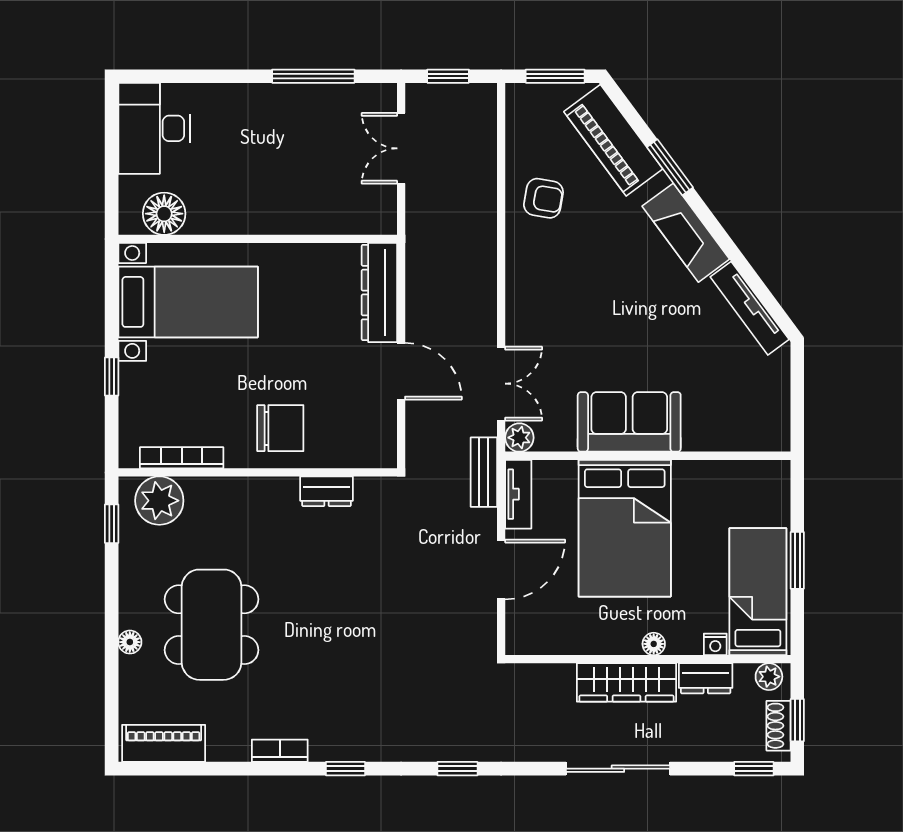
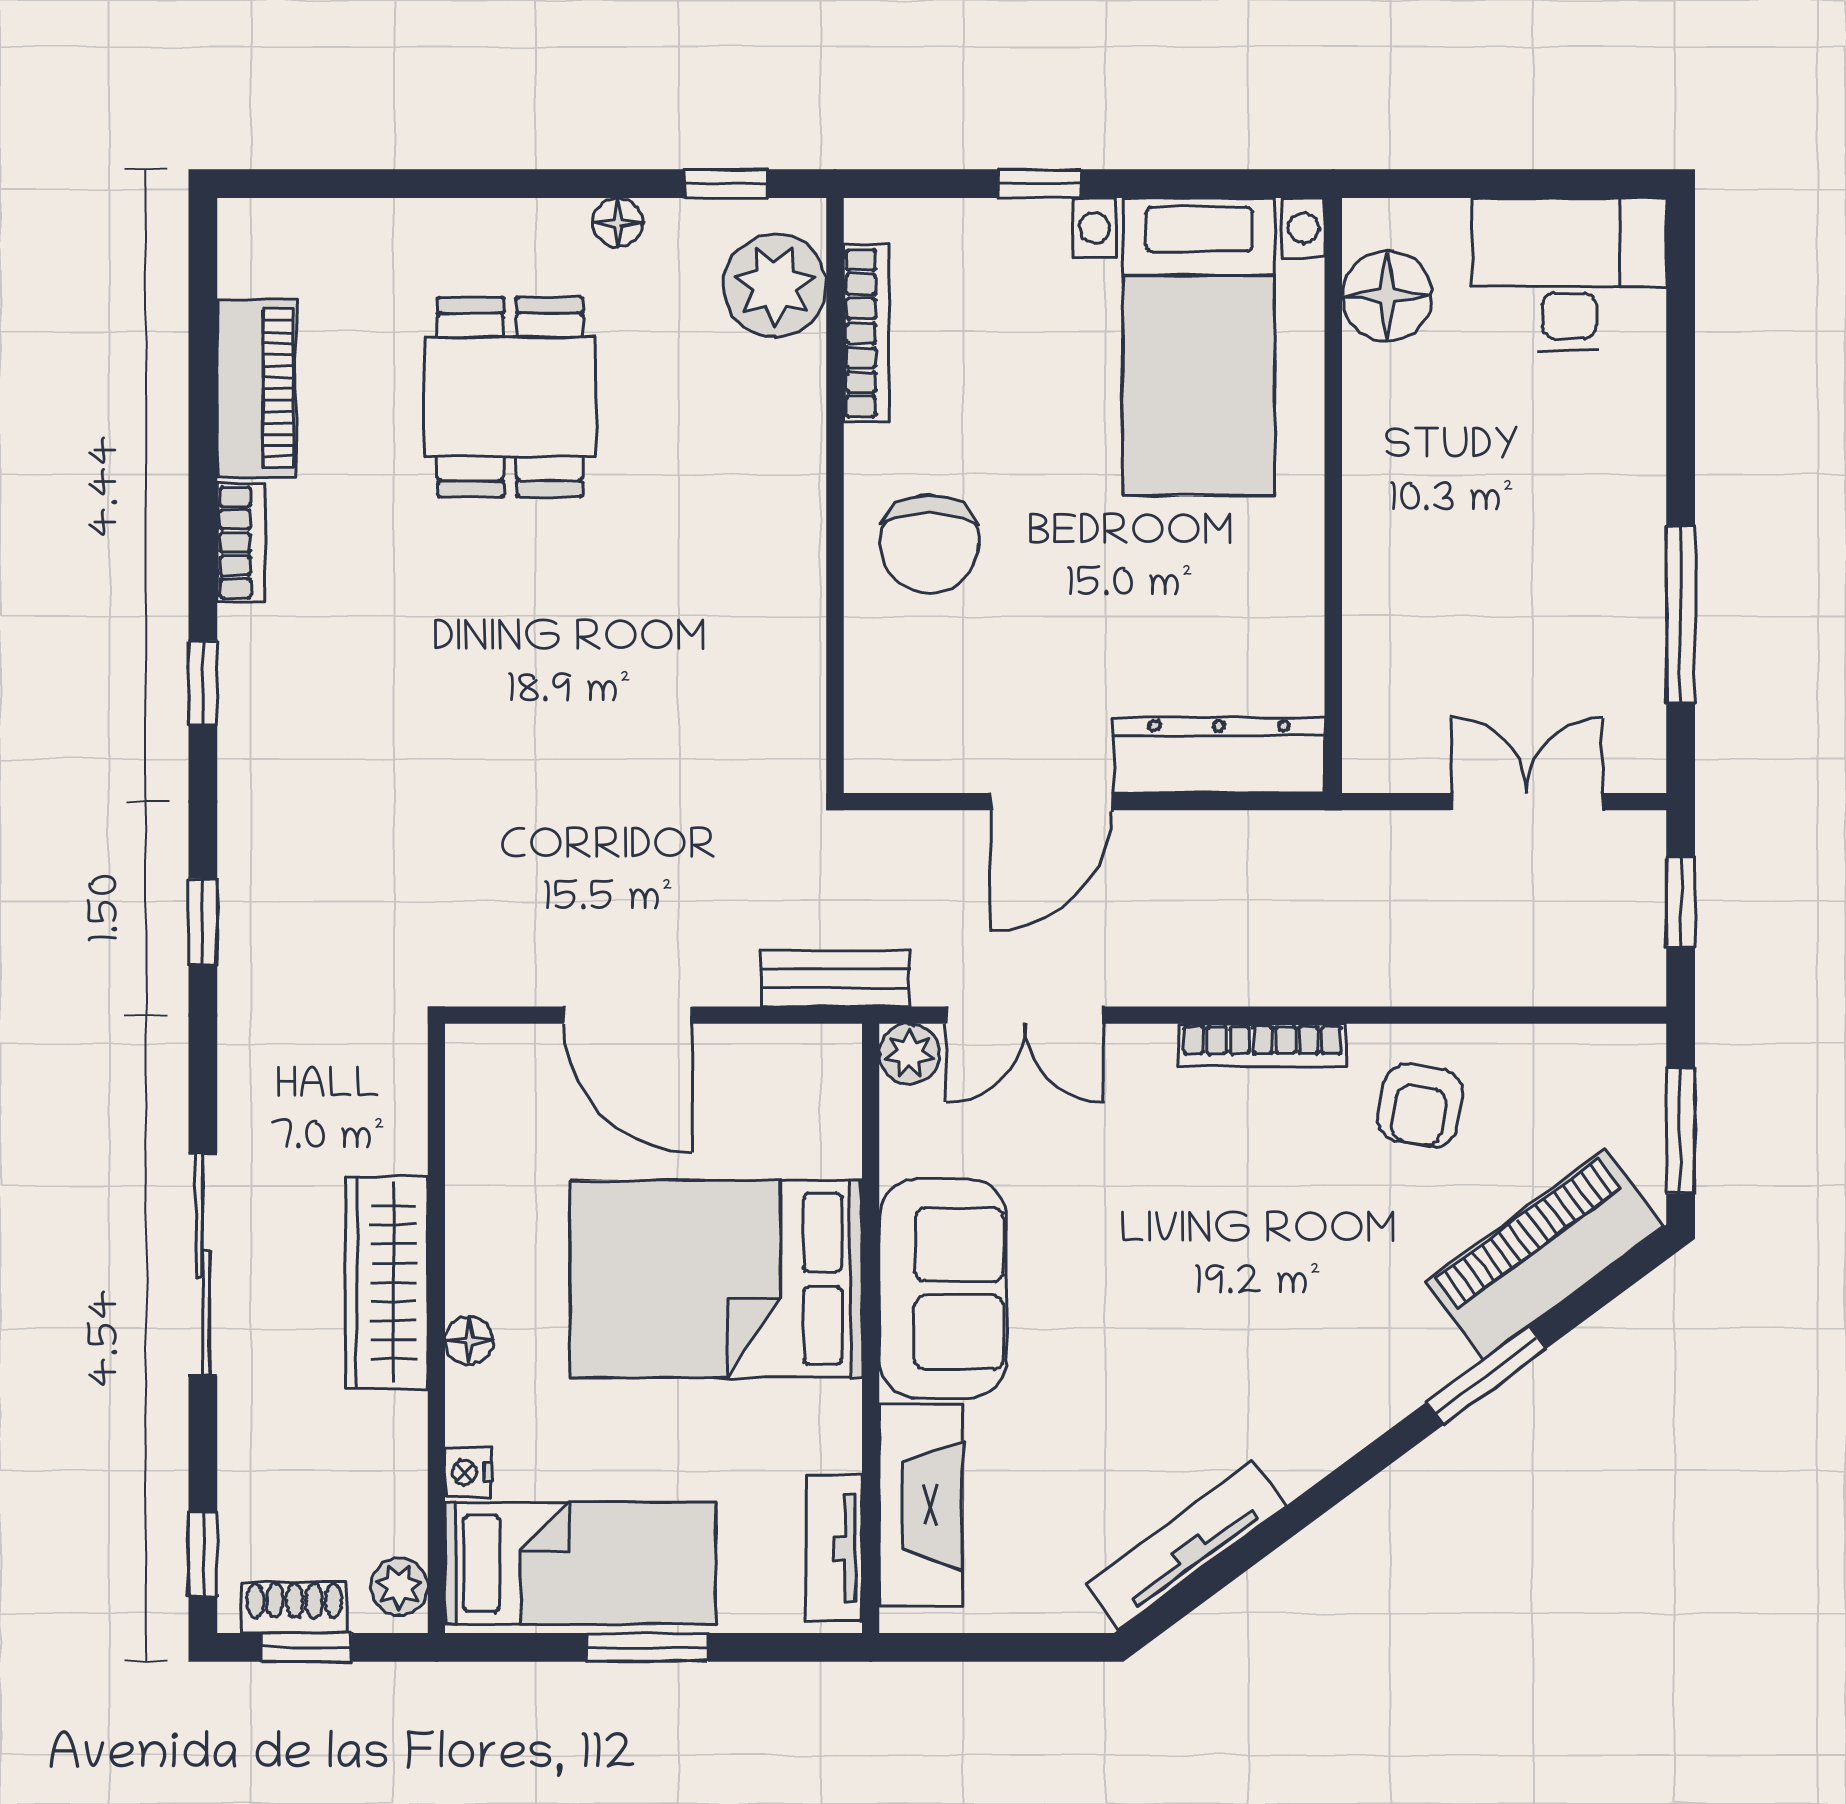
fireplace: (686, 233) -> (921, 1505), moved, turned 126
bookcase: (515, 272) -> (1263, 1045), added
dresser: (326, 491) -> (795, 642), removed
tv unit: (518, 494) -> (834, 1548), moved, turned 90
dining table: (212, 625) -> (510, 397), width x0.73
floor lamp: (130, 642) -> (617, 223), moved
dresser: (706, 678) -> (396, 1452), removed
piano: (164, 743) -> (257, 389), moved

